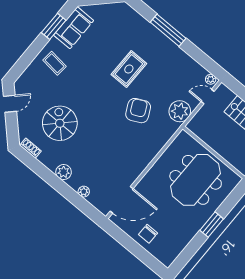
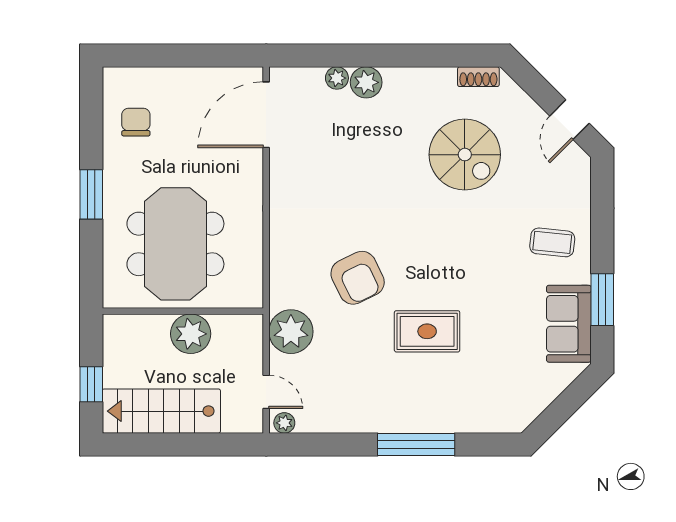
rug: (129, 69) -> (427, 331), turned 90
door: (208, 96) -> (266, 392), hinge flipped
plant: (218, 142) -> (191, 334), added
plant: (64, 172) -> (366, 82), moved
chair: (148, 234) -> (136, 122), moved

